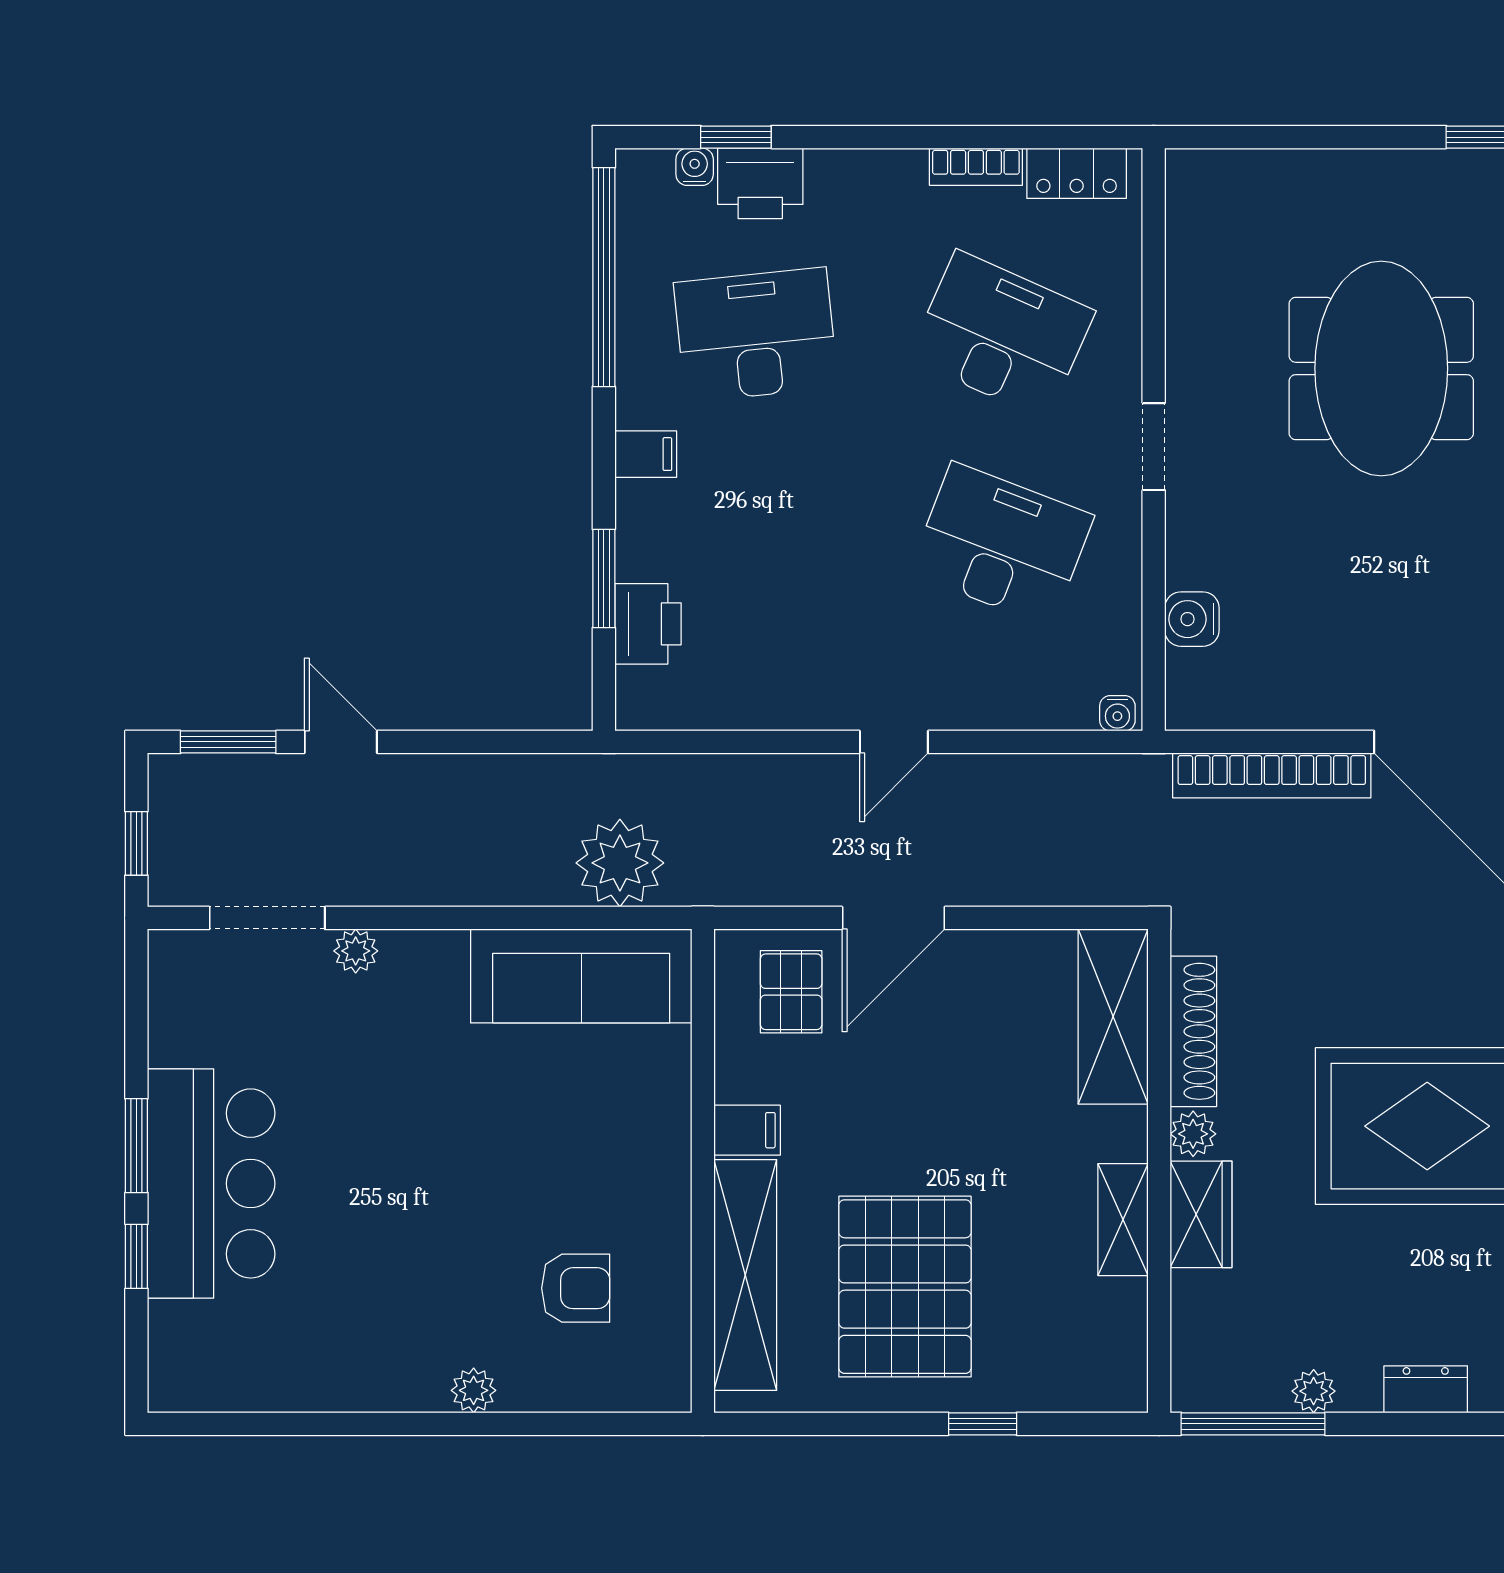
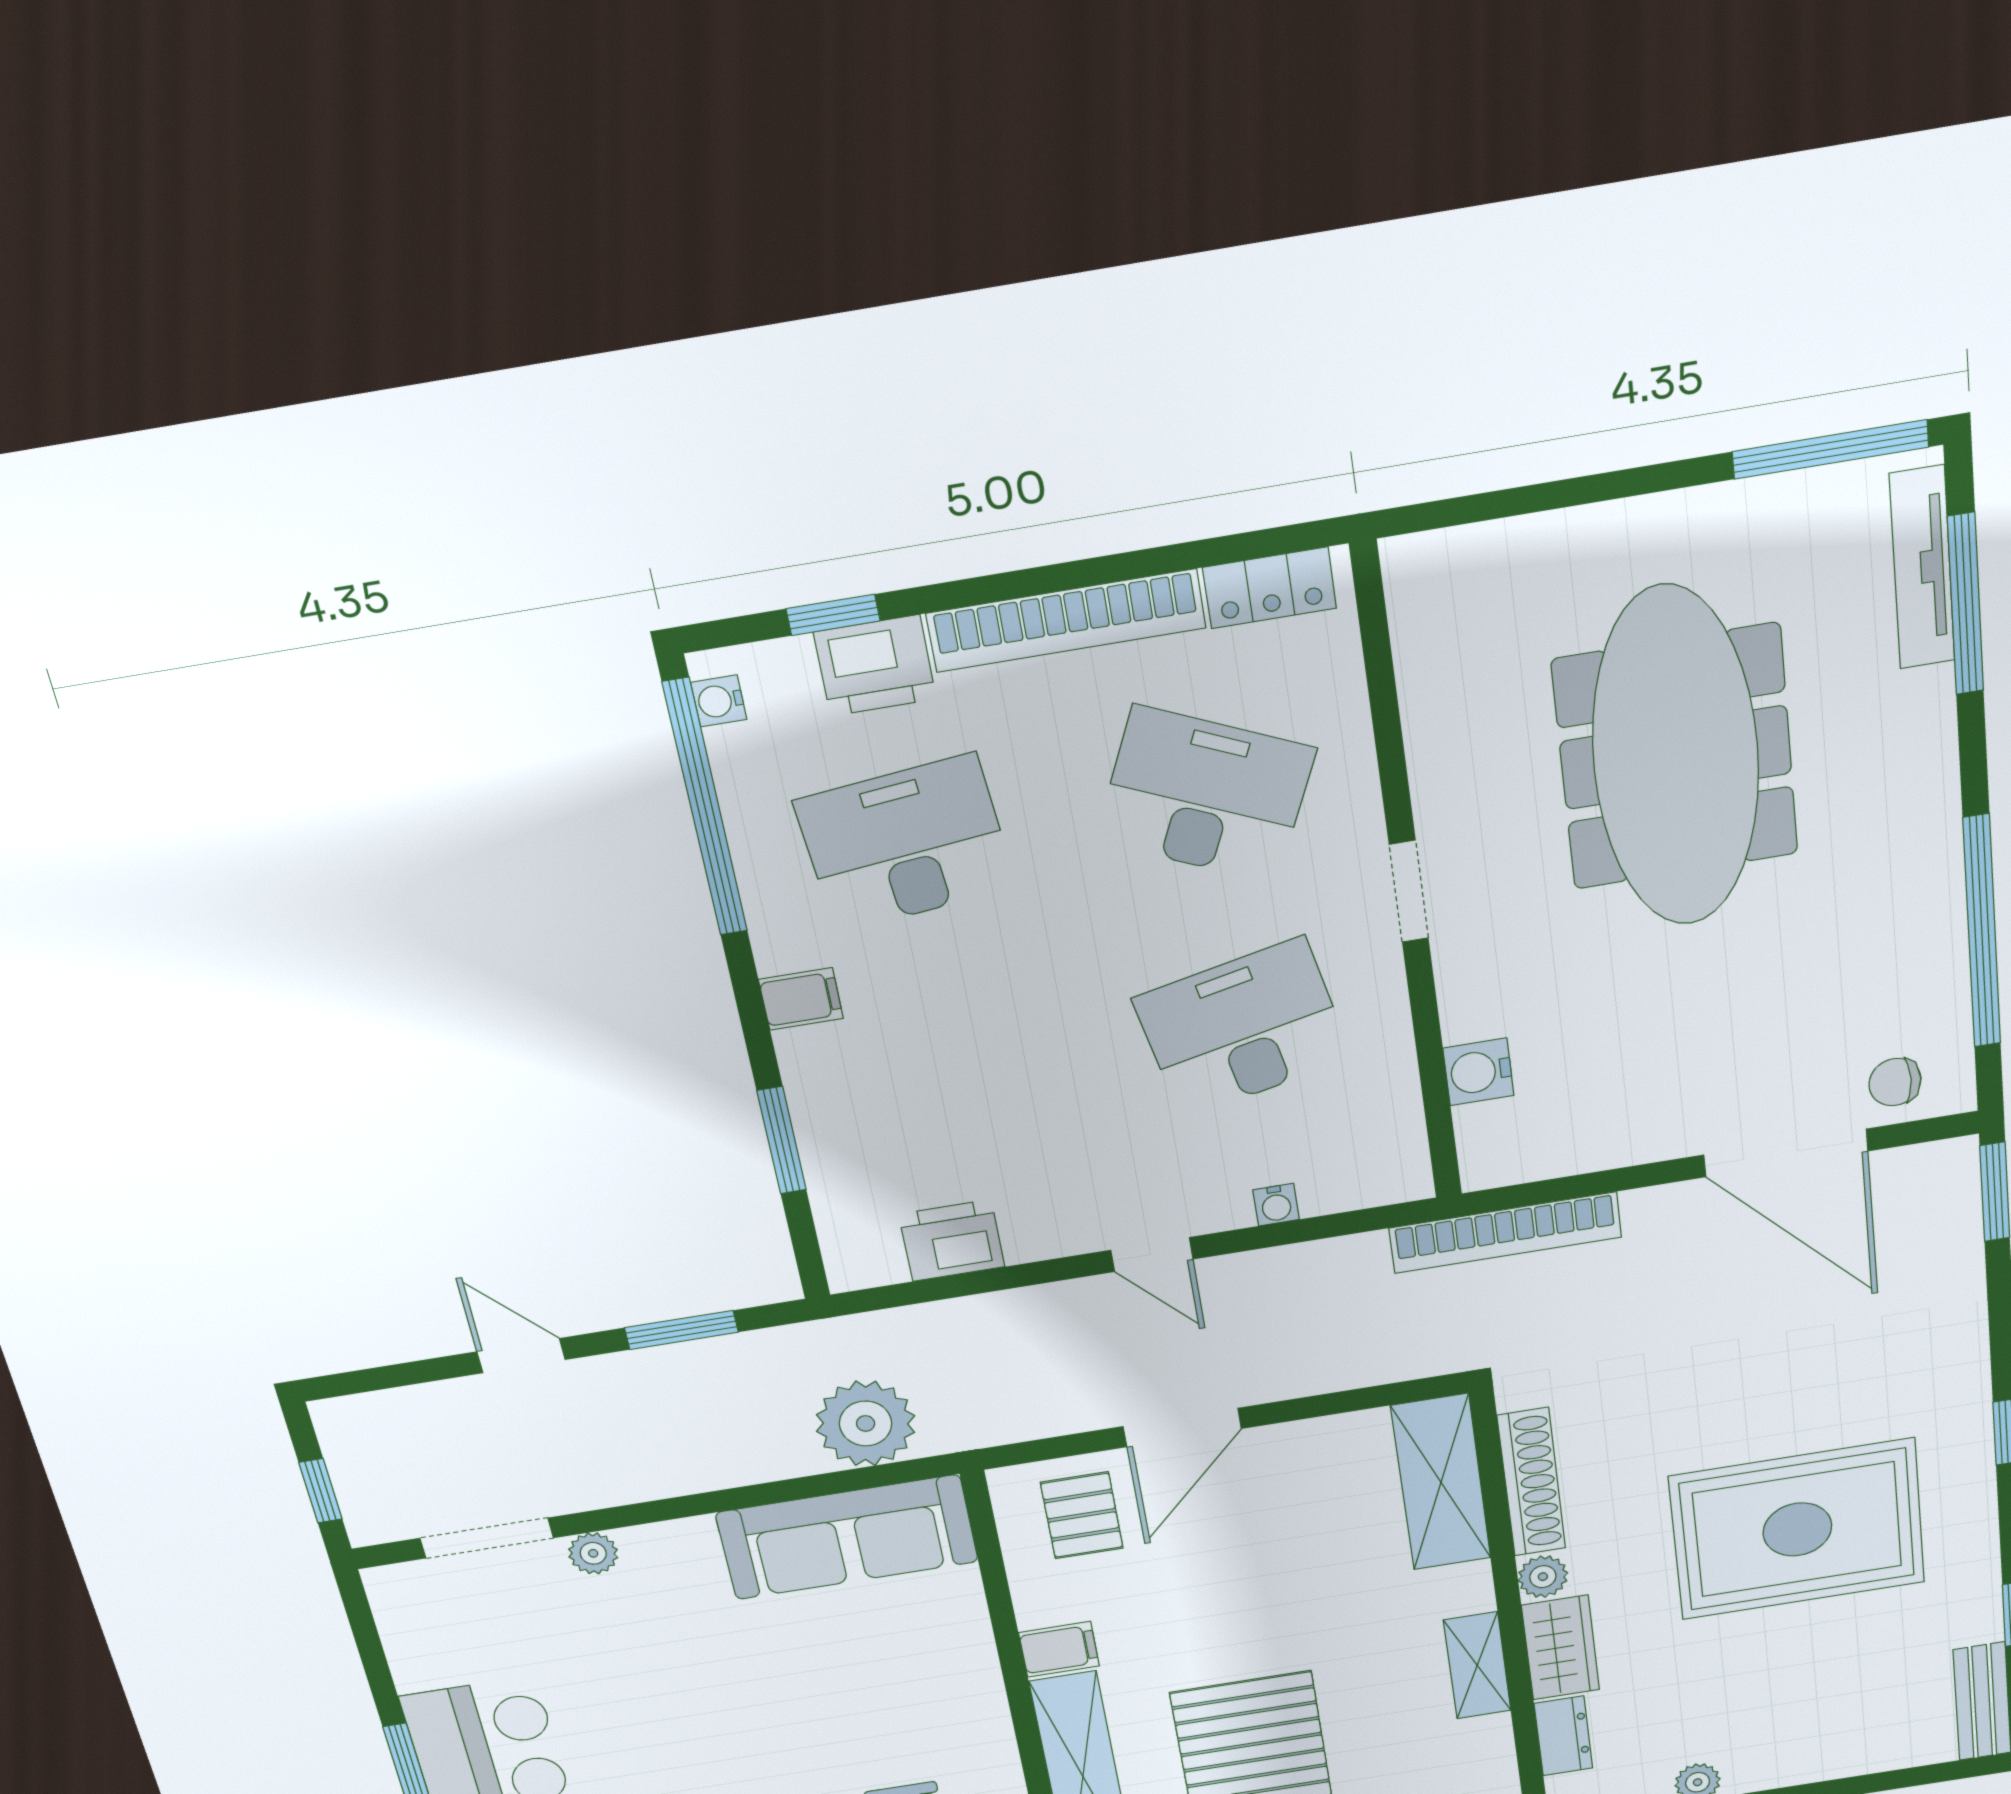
water cooler: (695, 167) -> (719, 701), moved, turned -90
bookcase: (976, 167) -> (1066, 621), width x2.31, depth x1.31
meeting table: (1381, 368) -> (1676, 757), width x1.36
desk: (1002, 544) -> (1243, 1028), turned -33
printer: (648, 624) -> (952, 1240), moved, turned -90
water cooler: (1117, 713) -> (1276, 1205), moved
window: (228, 742) -> (681, 1330), moved
door: (894, 742) -> (1152, 1255), hinge flipped
bookcase: (1272, 775) -> (1505, 1233), moved
dresser: (1426, 1389) -> (1563, 1736), moved, turned 90

